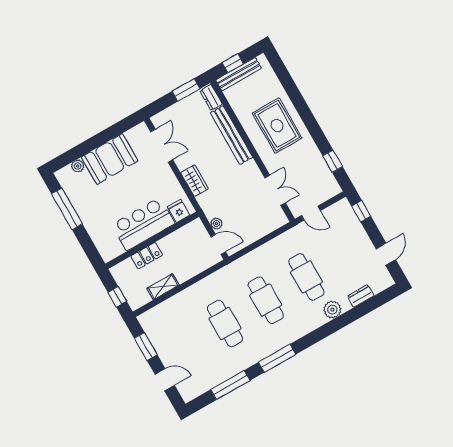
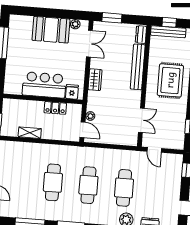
window: (186, 90) -> (112, 18), moved
plant: (78, 166) -> (75, 24), moved
locker: (147, 256) -> (55, 108), moved

